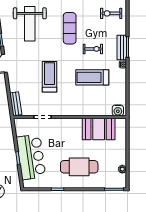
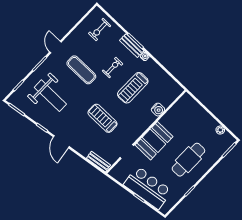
water cooler: (118, 110) -> (158, 110), moved
booth: (99, 129) -> (154, 141), moved

